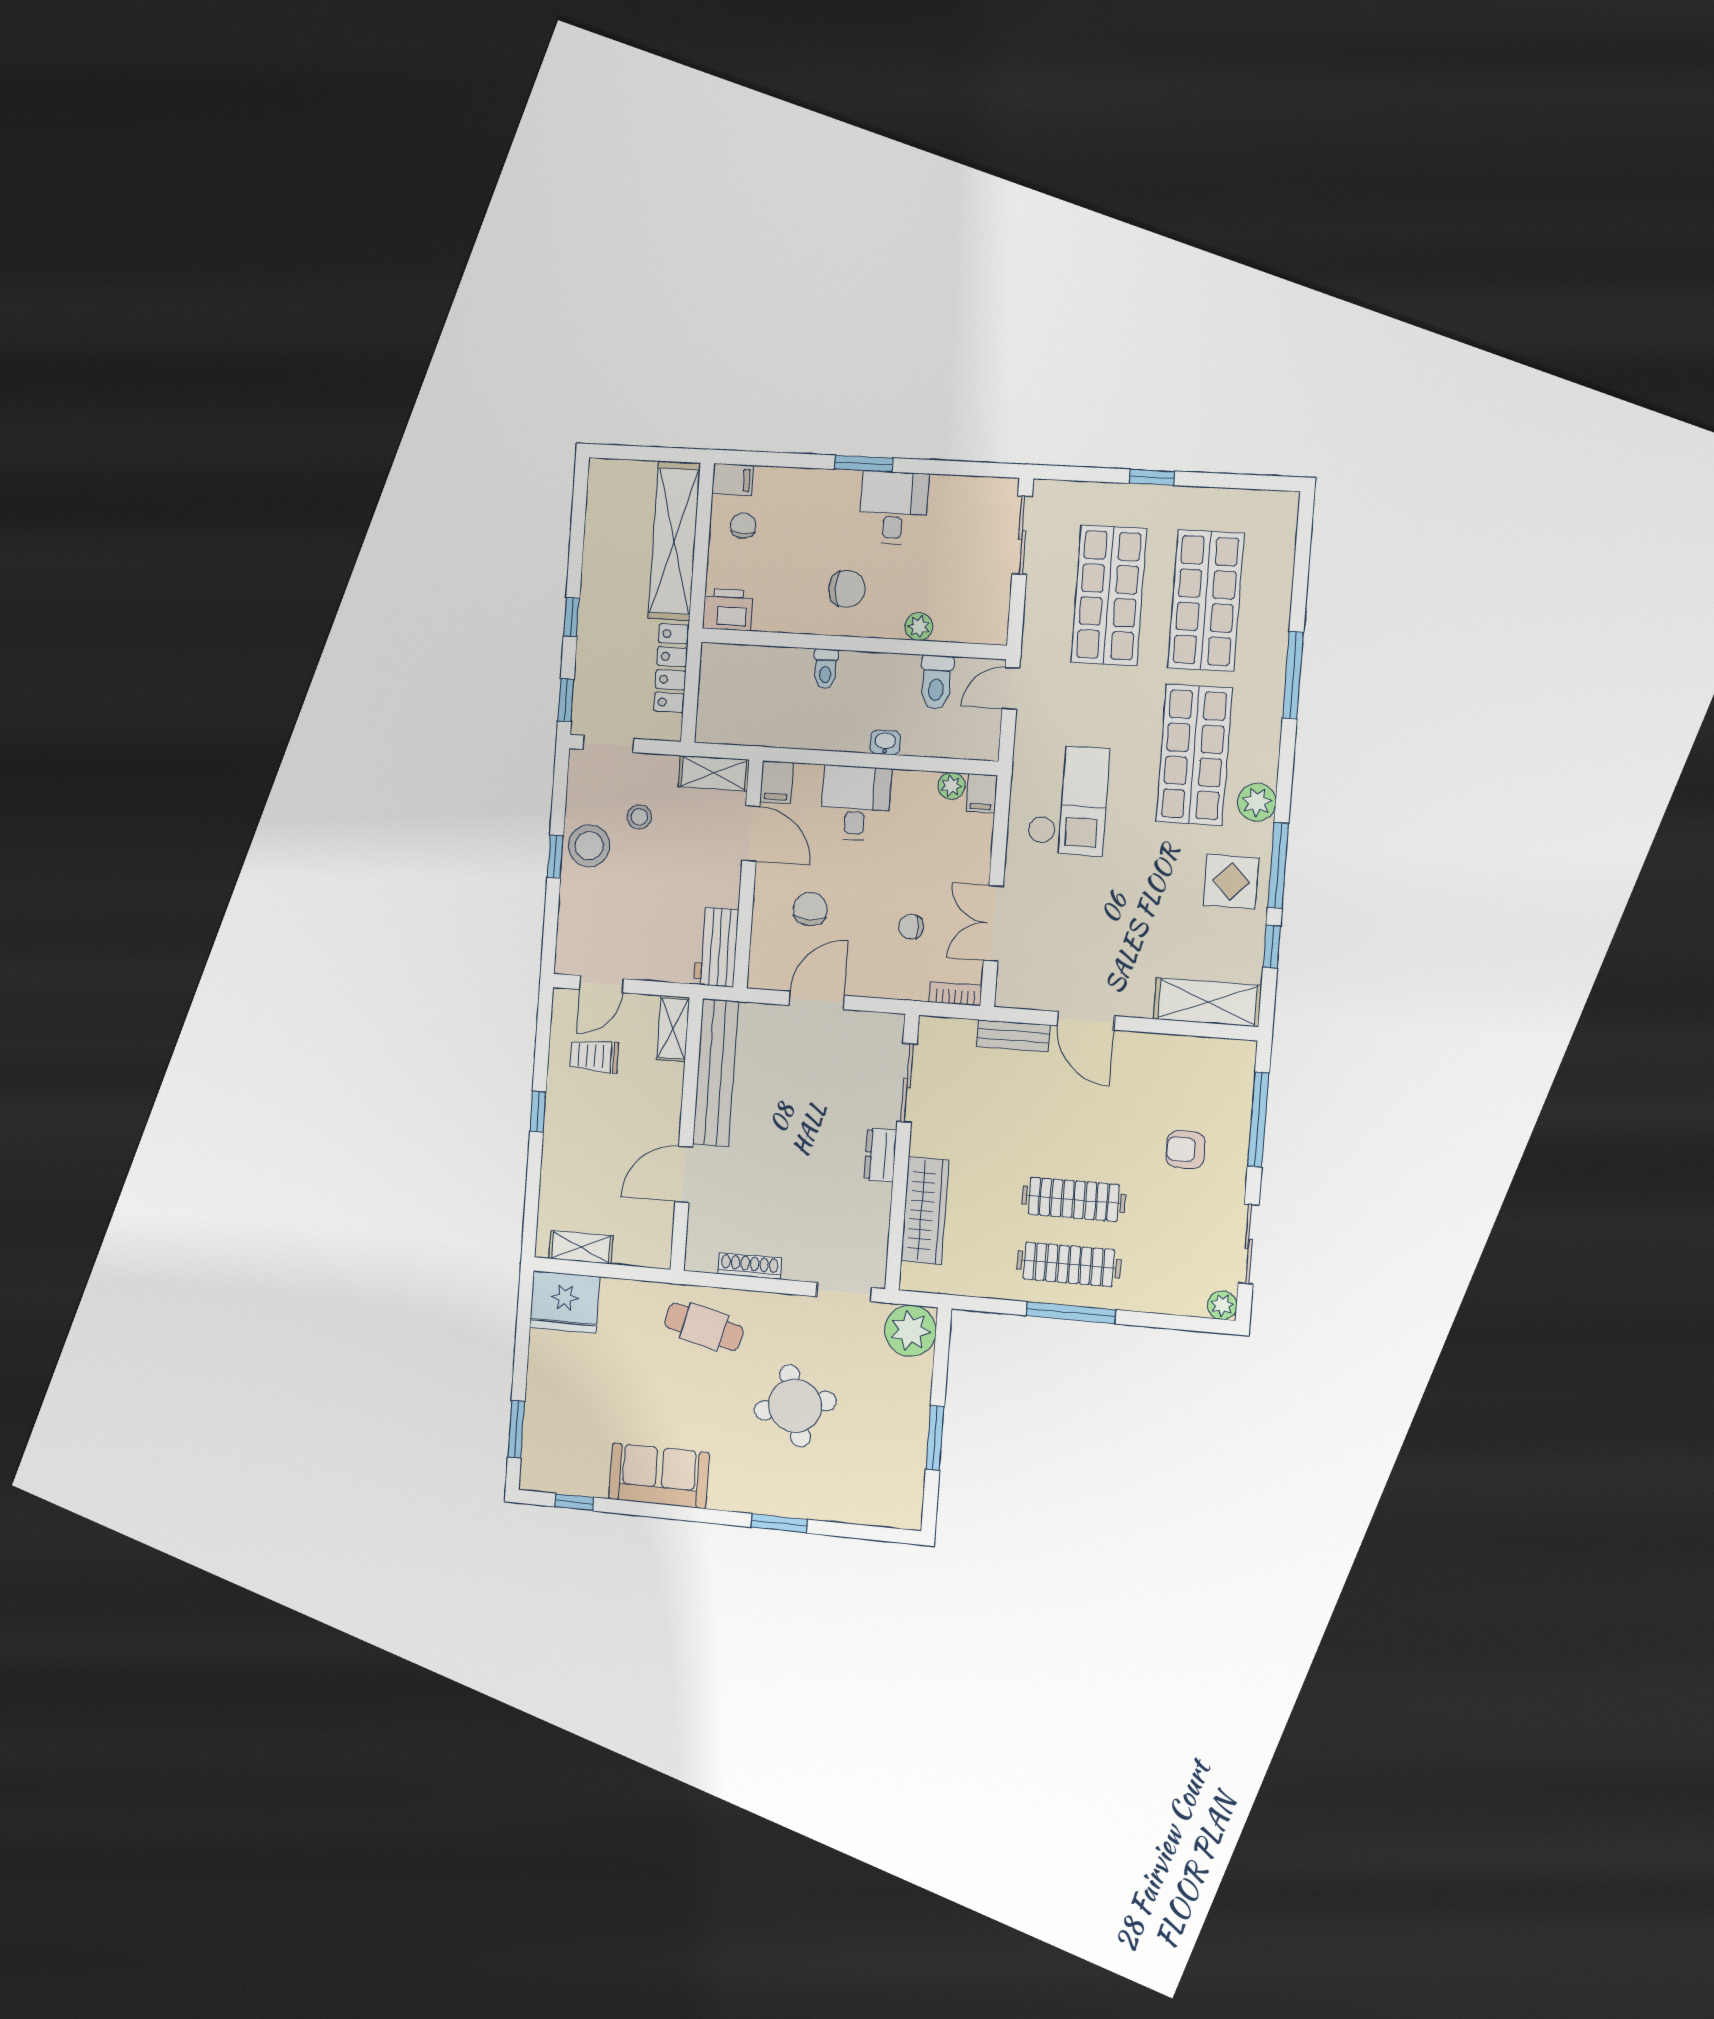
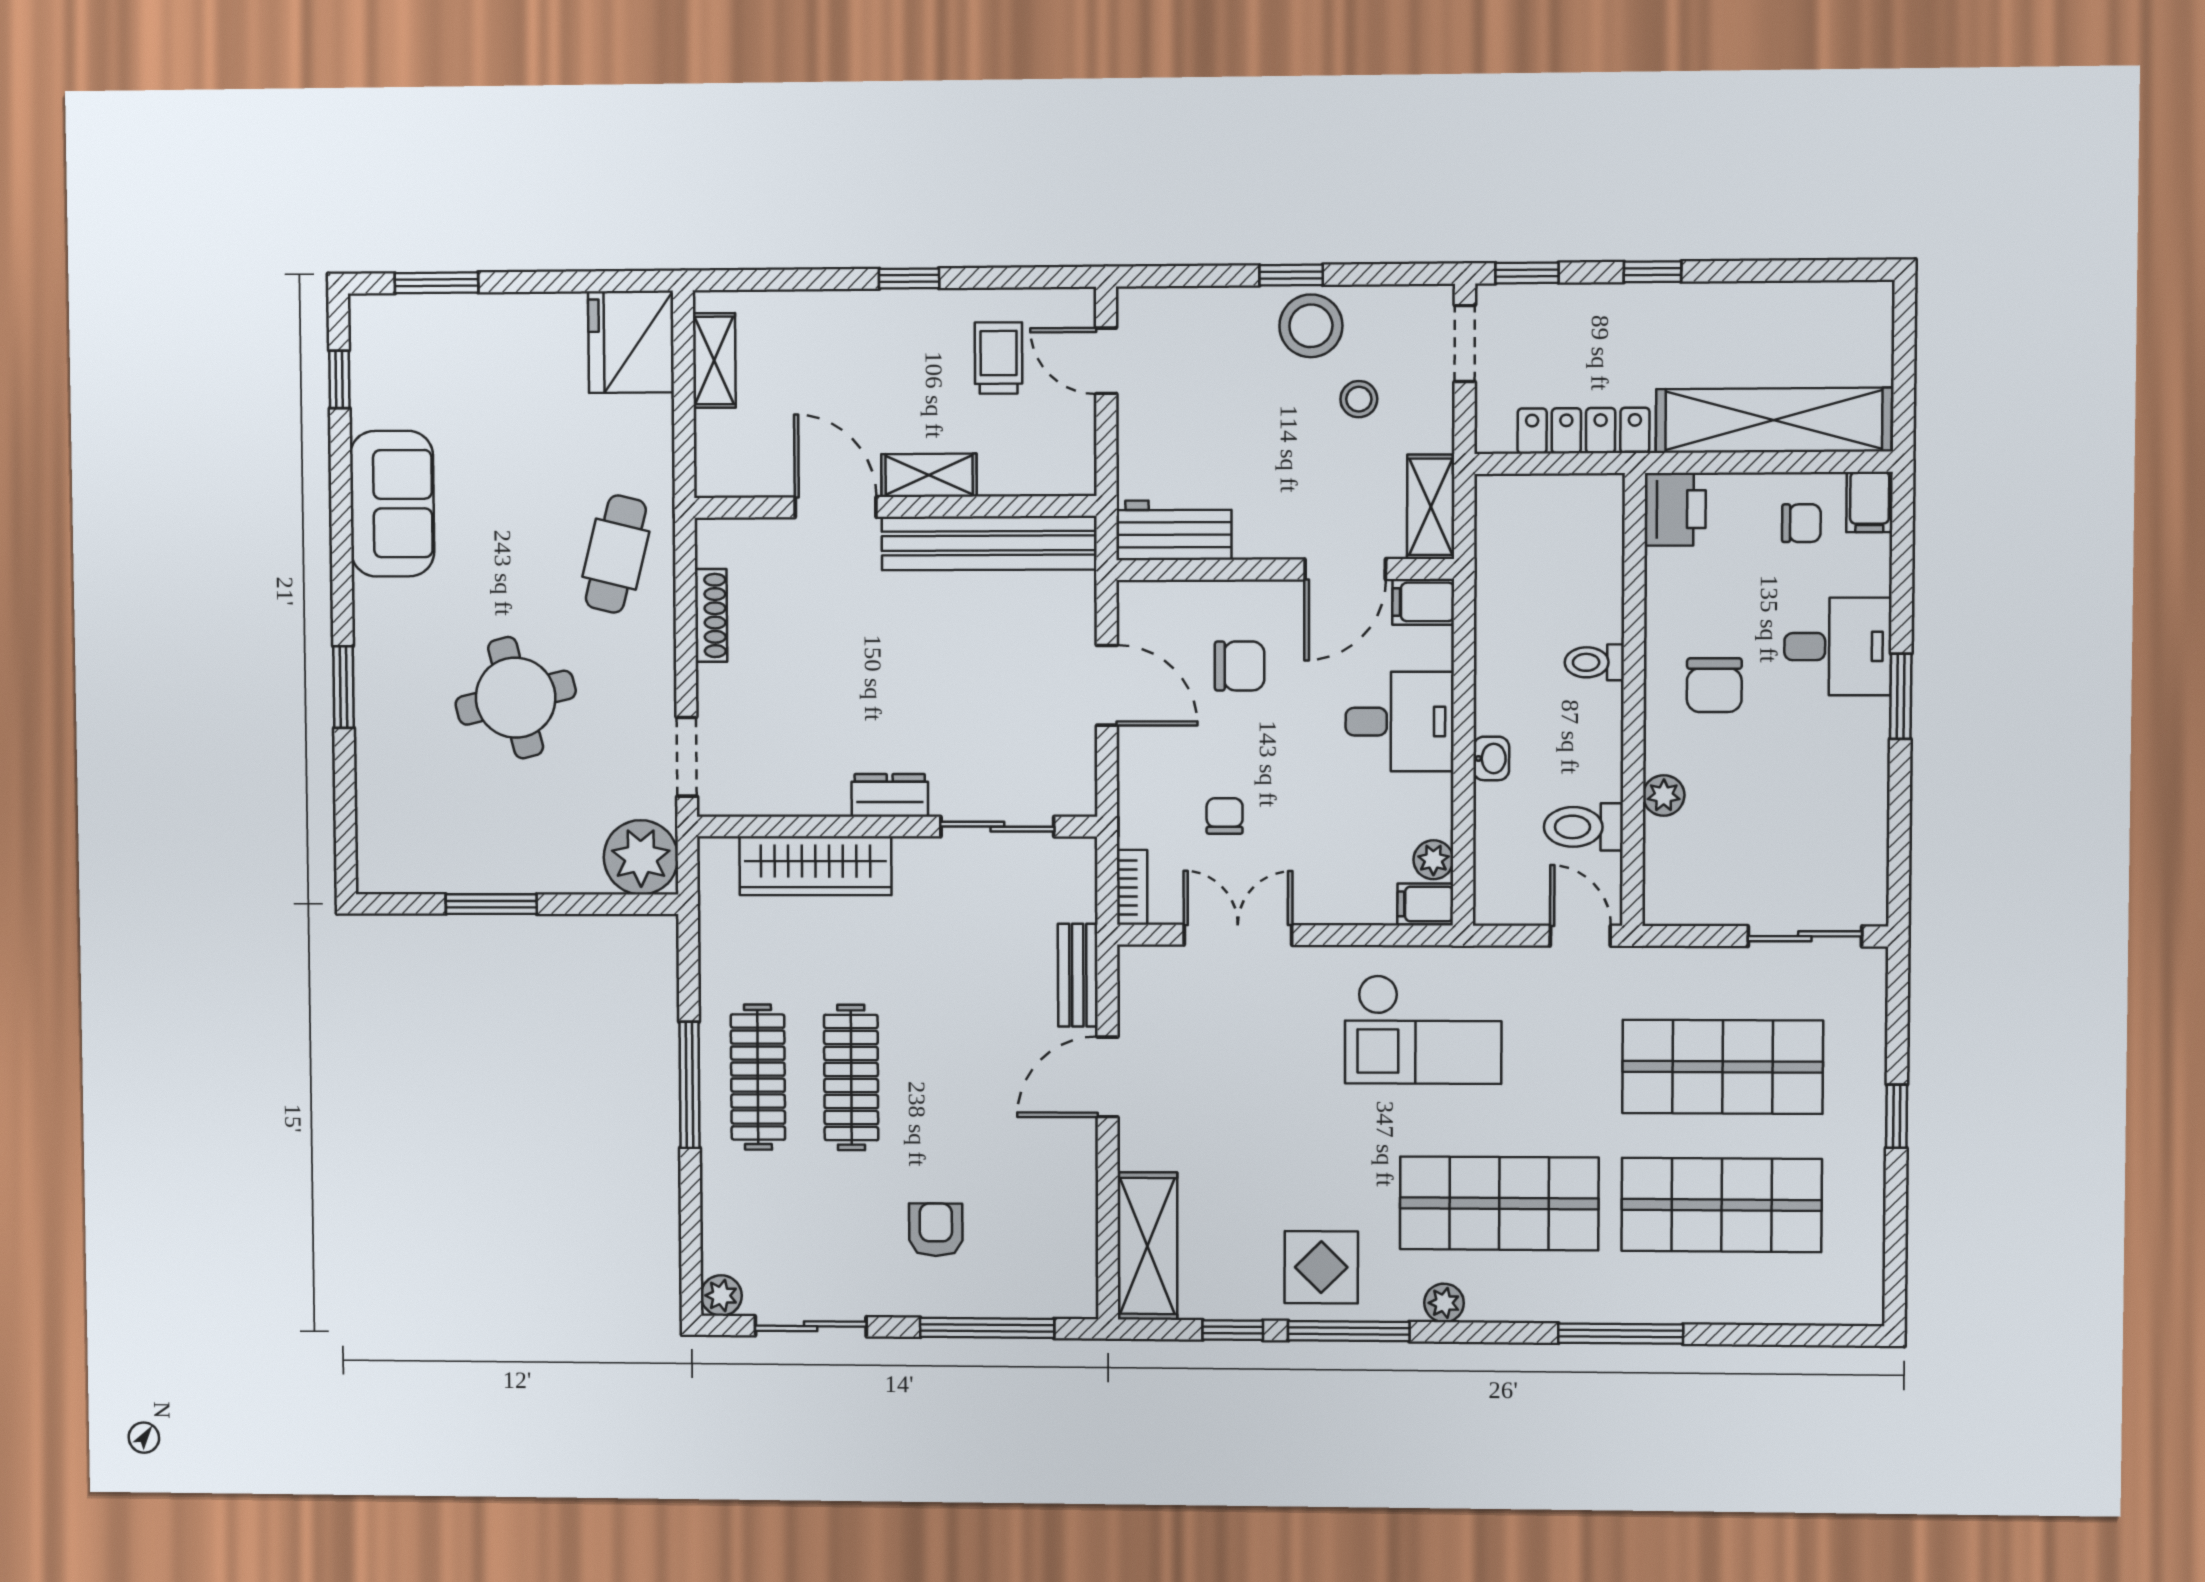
desk: (894, 508) -> (1838, 646), moved
plant: (1257, 802) -> (1444, 1303), width x0.73, depth x0.73
shelving: (673, 1029) -> (929, 475), moved

